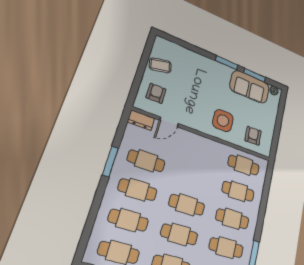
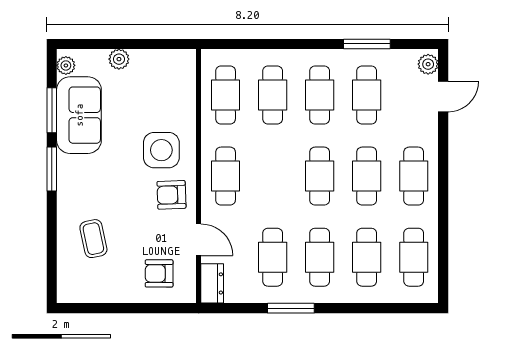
coffee table: (160, 65) -> (93, 239), moved
plant: (272, 117) -> (119, 59), added
armchair: (253, 136) -> (171, 195), moved
cafe table: (201, 150) -> (226, 176), added

